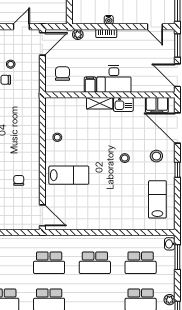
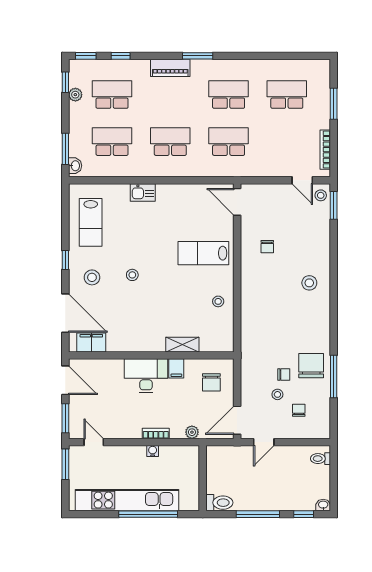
shelving: (100, 103) -> (182, 345), moved
kitchen sink: (123, 104) -> (143, 192), moved, turned 180

